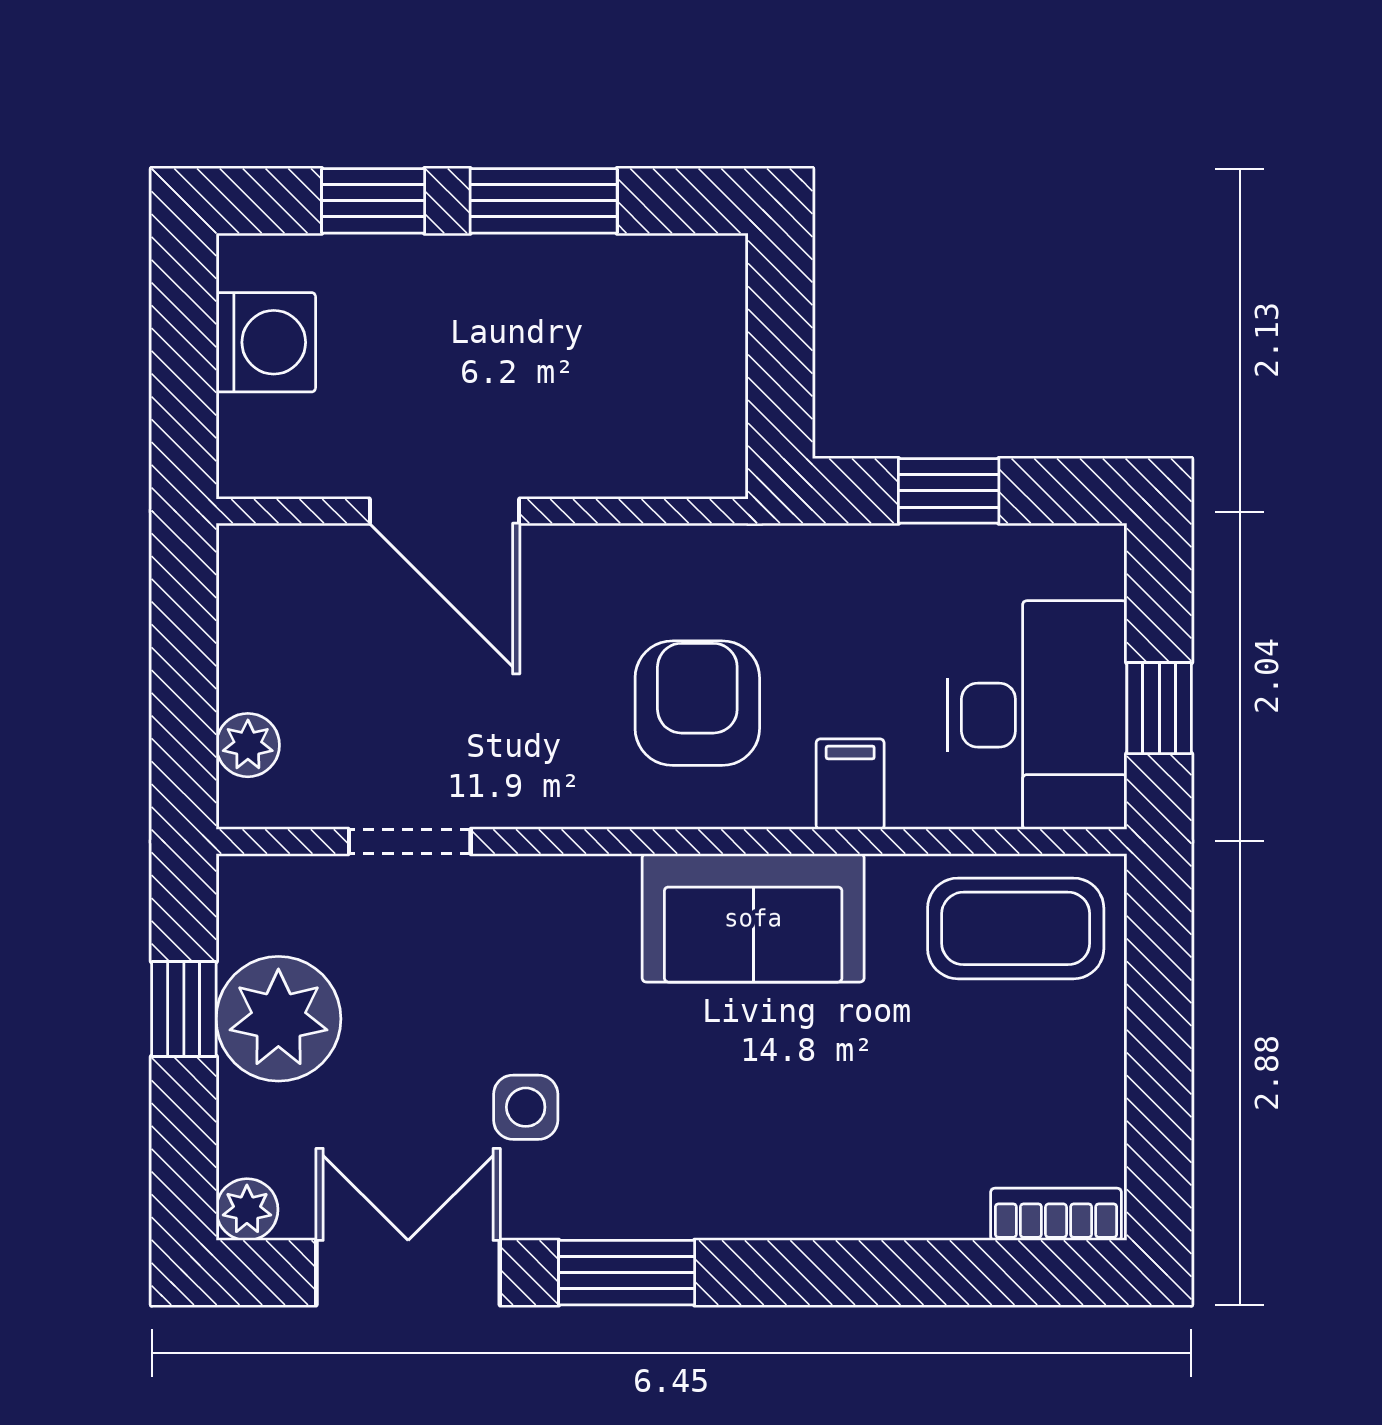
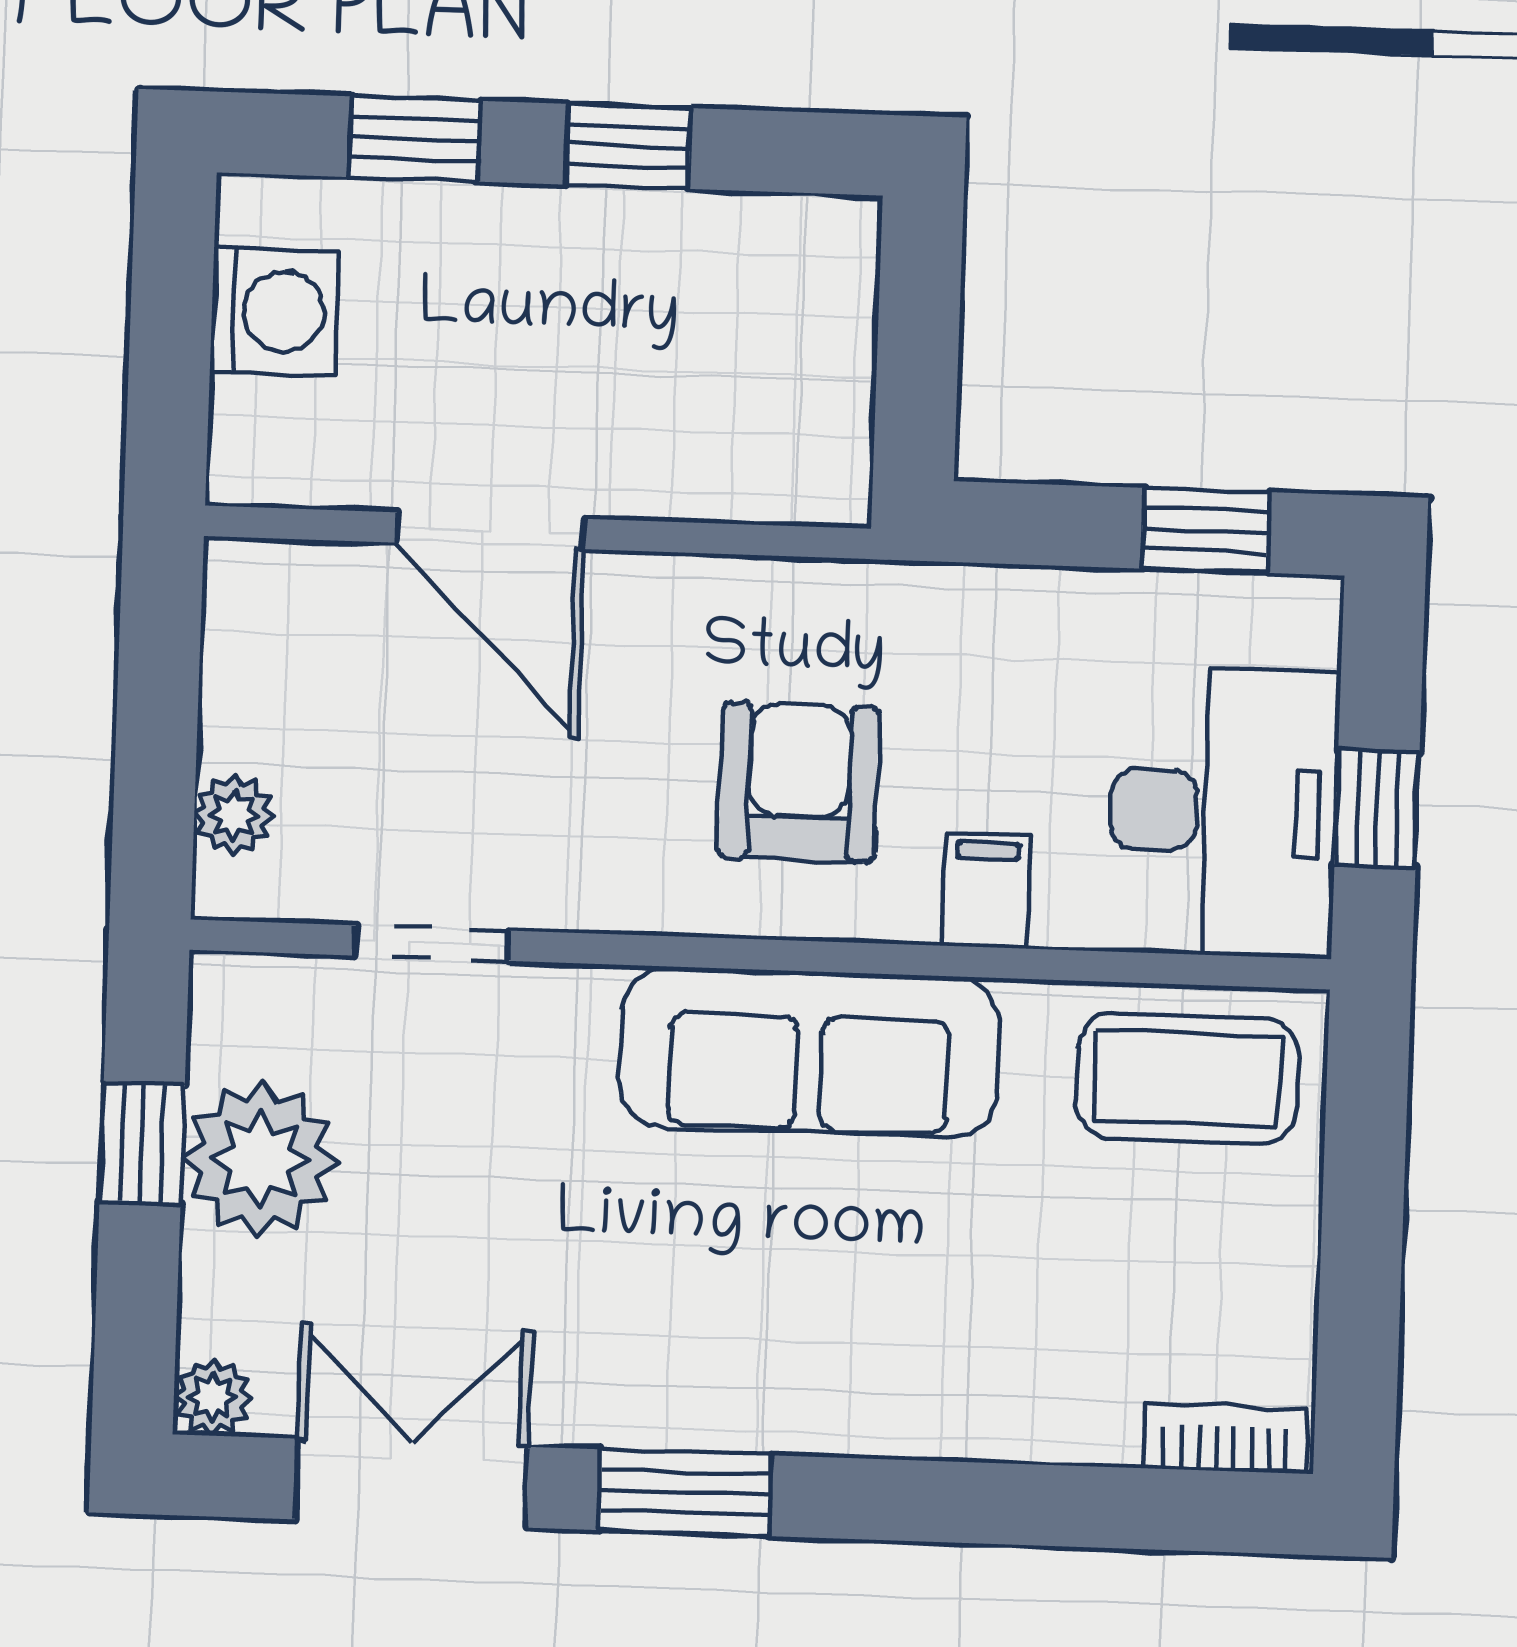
window: (544, 201) -> (628, 146), width x0.67
window: (949, 491) -> (1206, 530), moved
sofa: (753, 918) -> (809, 1052), width x1.36
side table: (526, 1107) -> (566, 1281), removed

